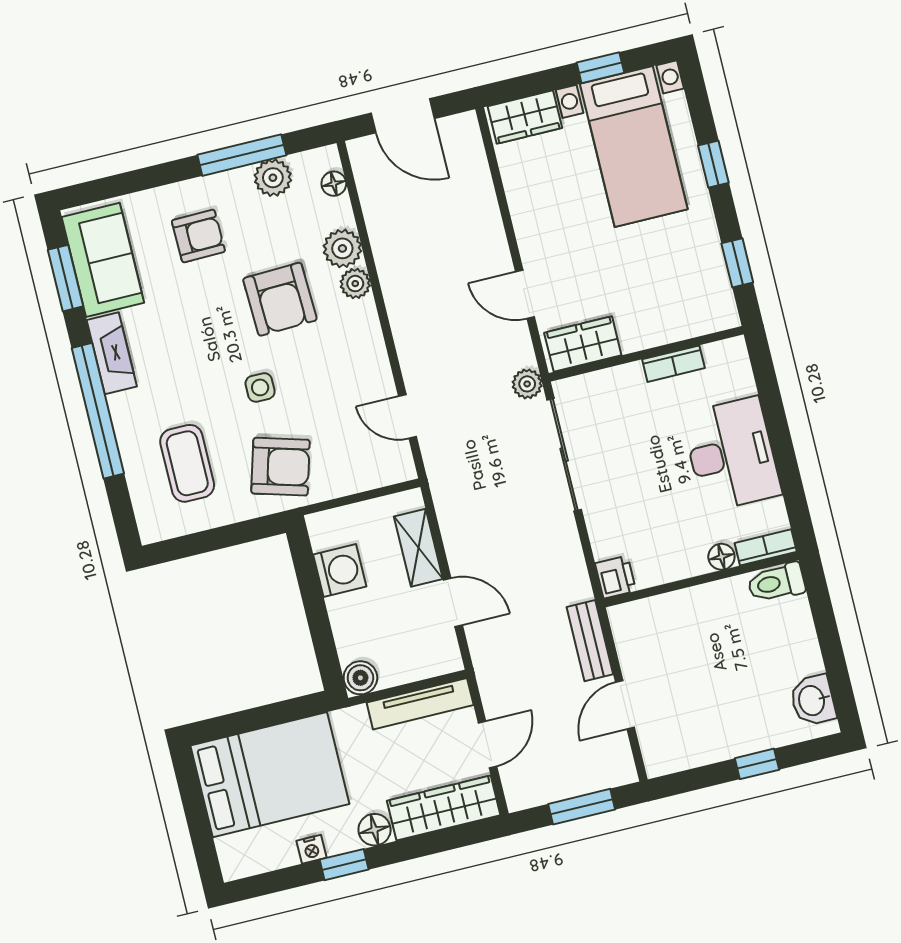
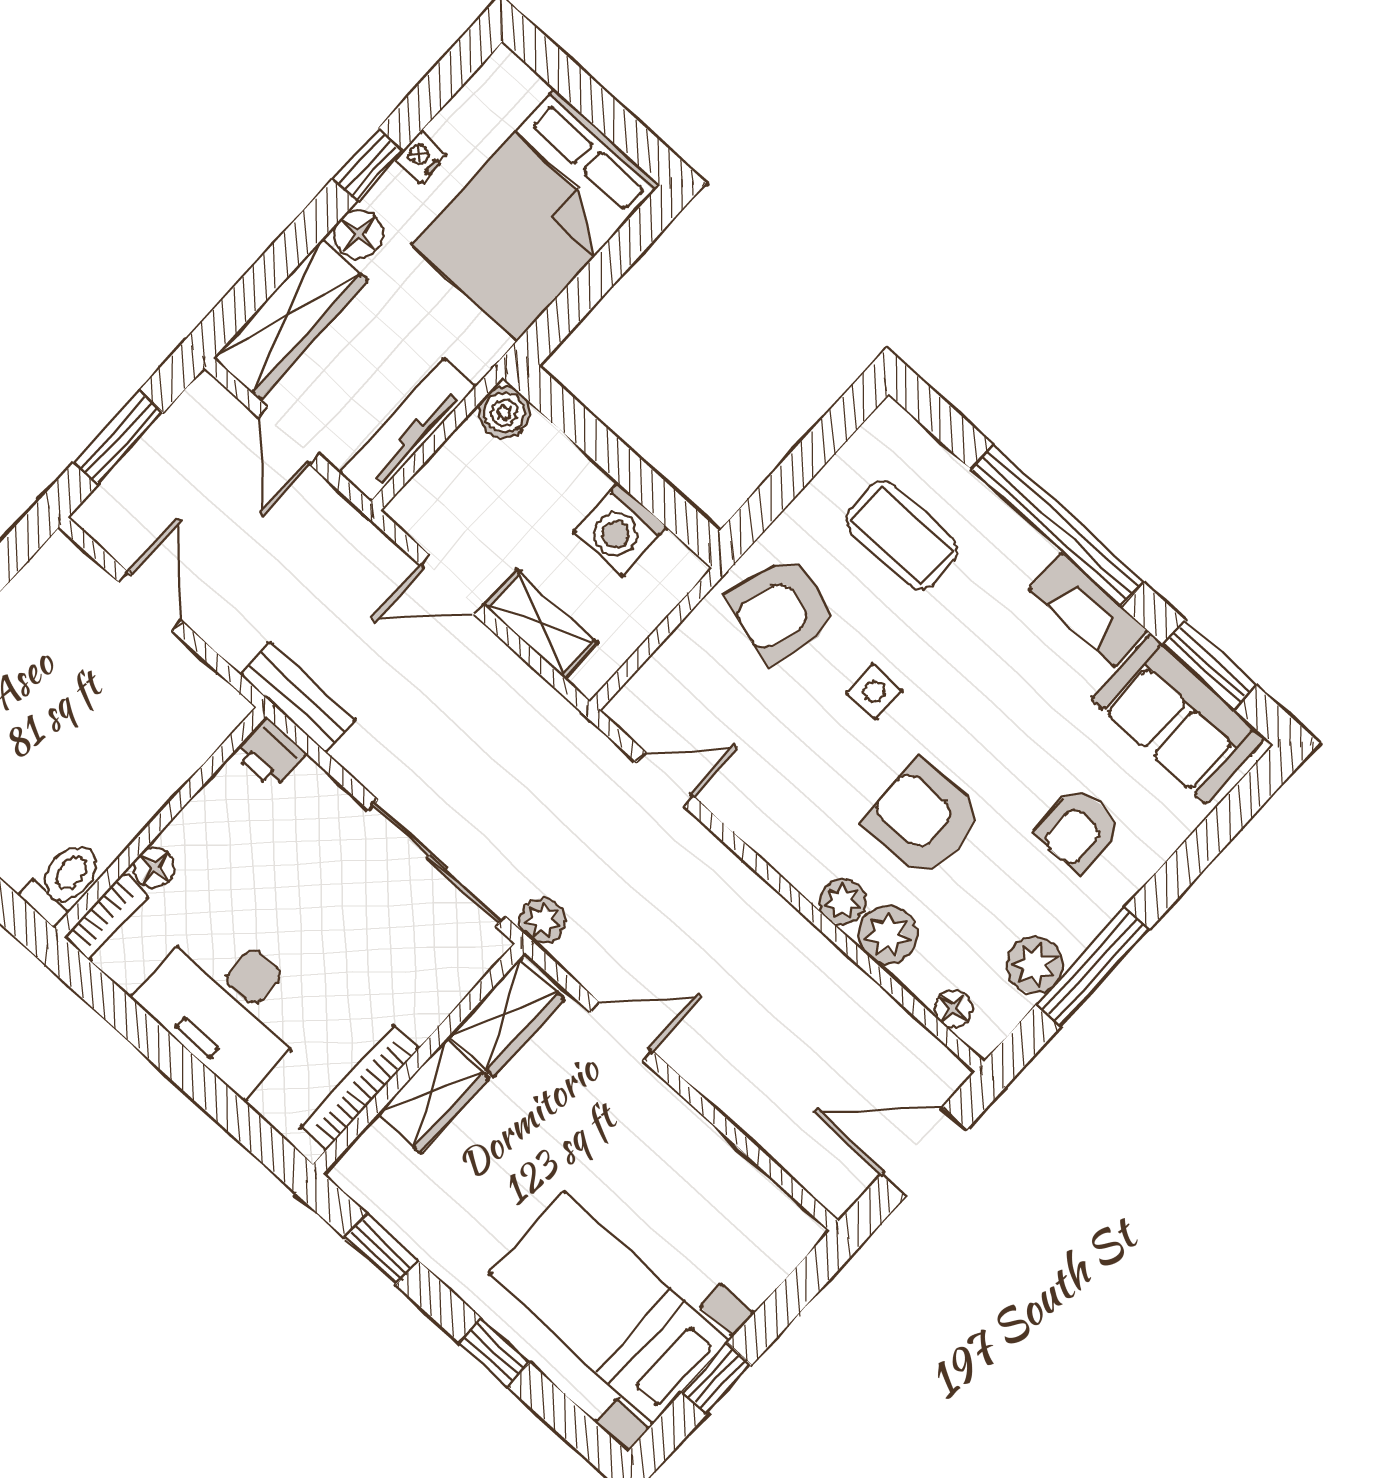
wardrobe: (525, 117) -> (433, 1096), moved, turned 180
bookcase: (673, 364) -> (360, 1088), width x1.56
bench: (590, 641) -> (298, 697), moved

